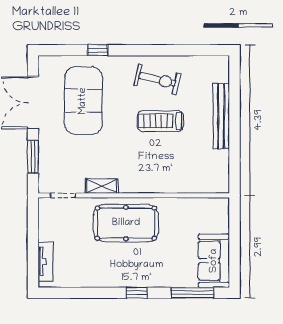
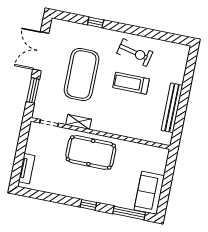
exercise mat: (83, 101) -> (82, 75), moved
bench: (221, 116) -> (172, 108), moved

